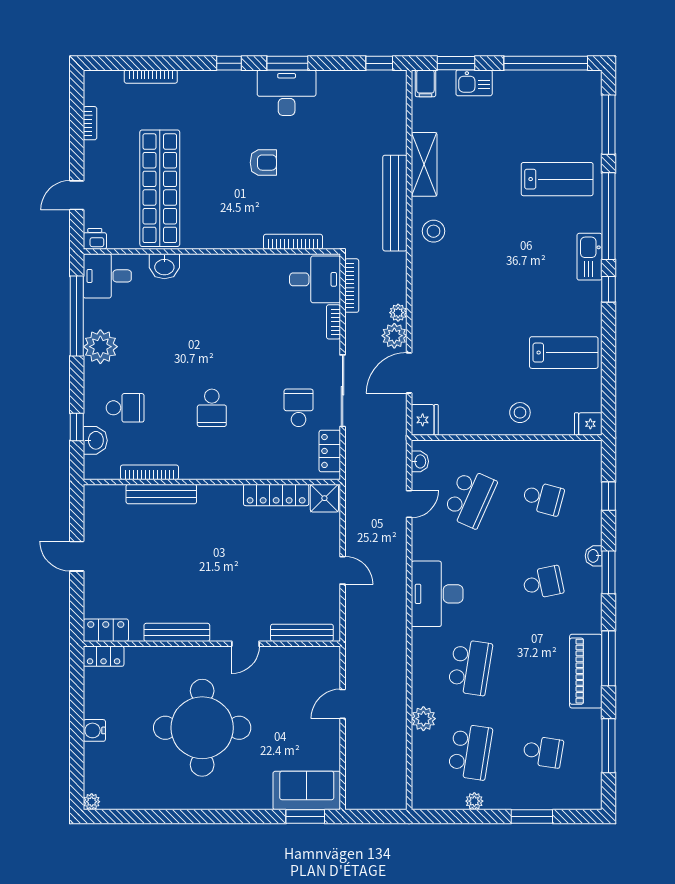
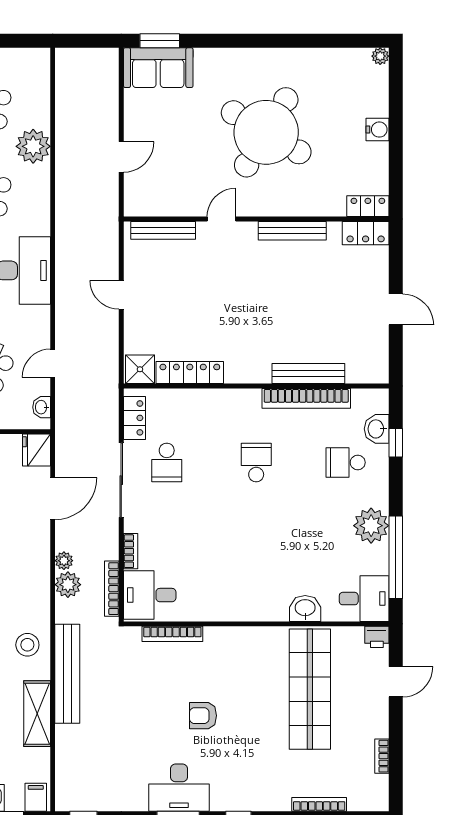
plant: (394, 336) -> (68, 585), moved
bookcase: (149, 472) -> (306, 398), width x1.48, depth x1.31
plant: (423, 719) -> (33, 146), width x1.36, depth x1.36
round table: (202, 728) -> (266, 132), turned 31

